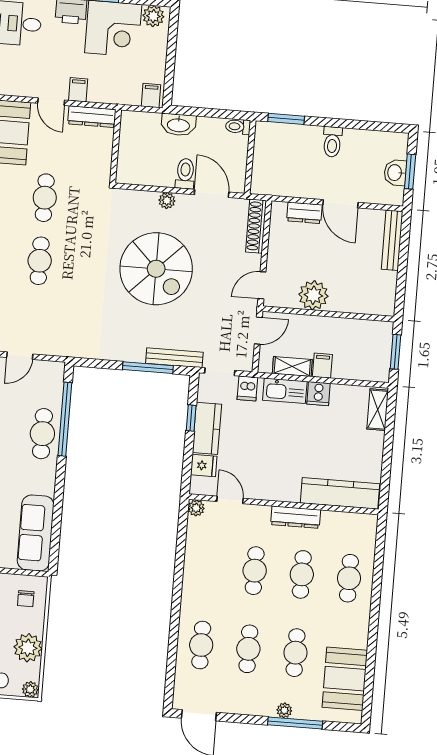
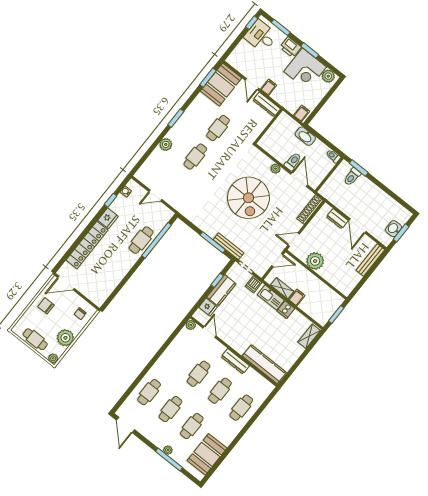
toilet: (332, 142) -> (352, 177), moved
sofa: (36, 533) -> (106, 285), removed

